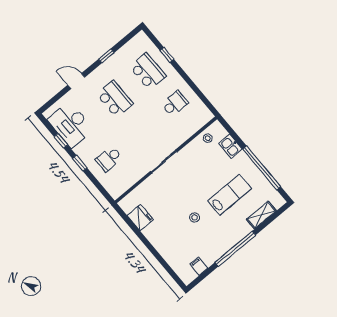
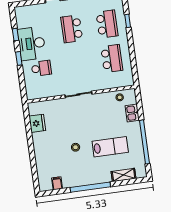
school desk: (115, 99) -> (72, 29), turned 180
school desk: (175, 104) -> (112, 59), width x1.85
desk: (70, 124) -> (32, 43), moved
school desk: (109, 159) -> (41, 68), turned 180

